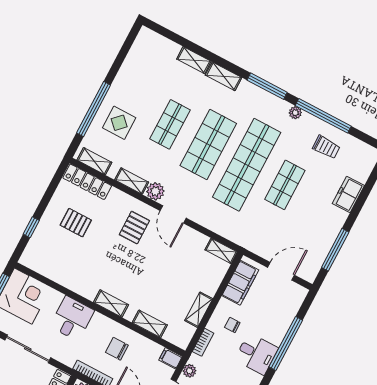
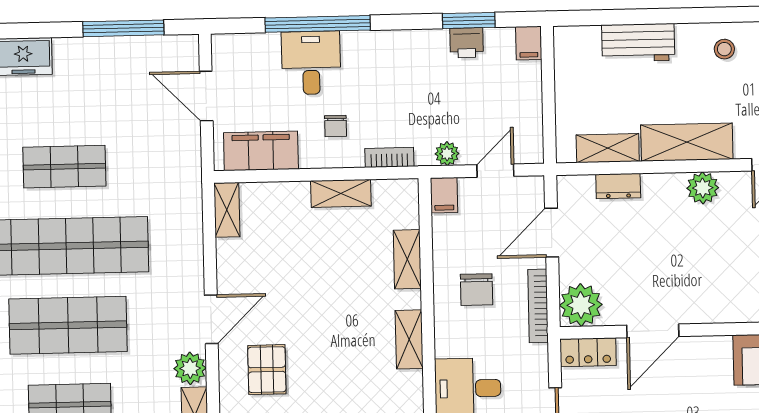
pallet: (134, 228) -> (267, 370), turned 90
desk: (256, 354) -> (311, 63), moved

